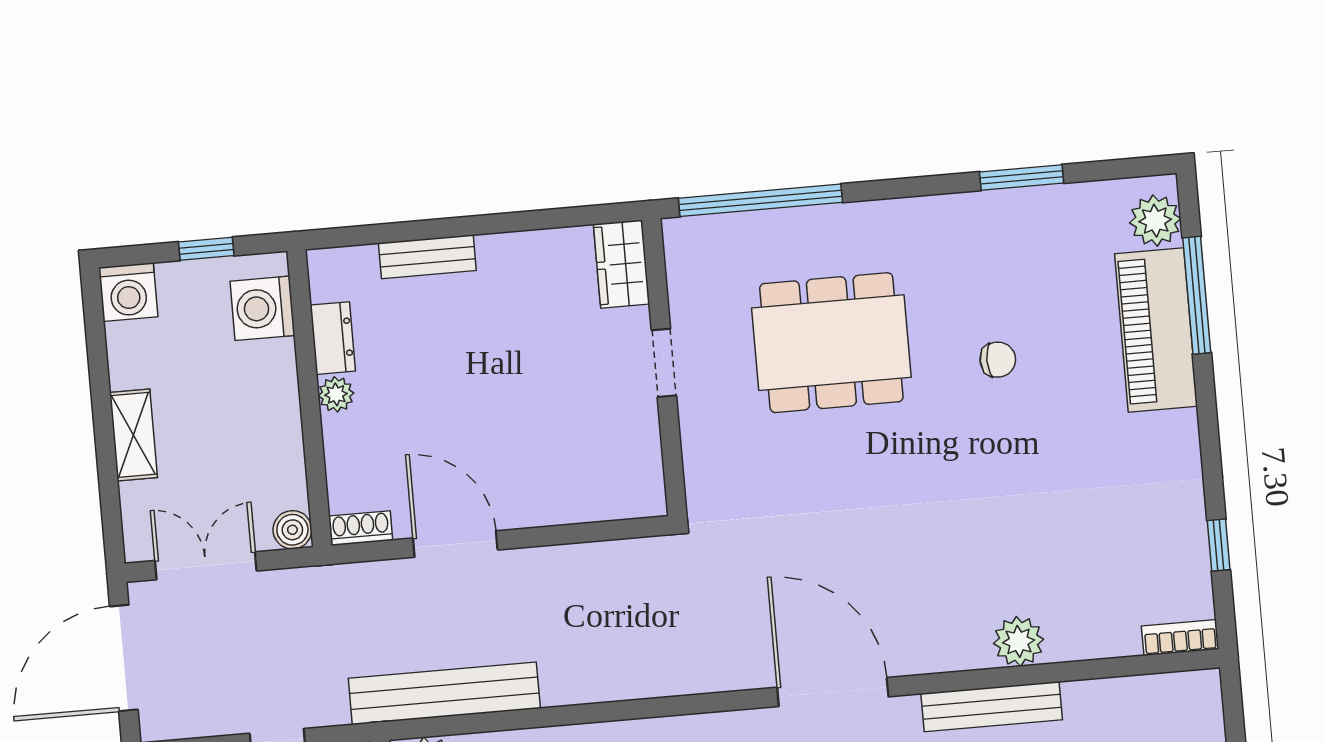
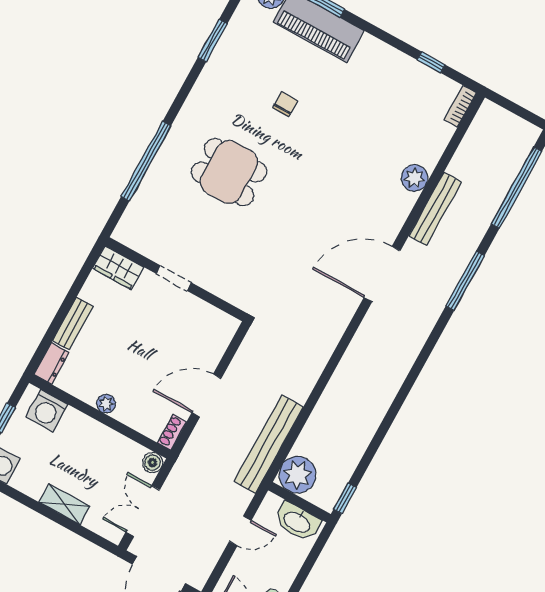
wardrobe: (622, 264) -> (118, 268), moved
dresser: (333, 338) -> (52, 363), moved, turned 90
dining table: (831, 343) -> (229, 172), width x0.73
doorway: (664, 363) -> (174, 278), moved
wall: (664, 367) -> (176, 279), moved

